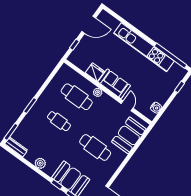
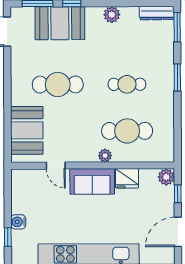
plant: (74, 58) -> (166, 177), added
water cooler: (156, 108) -> (18, 222), moved

